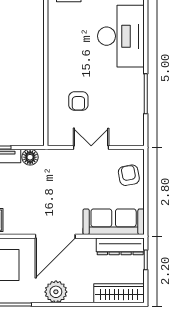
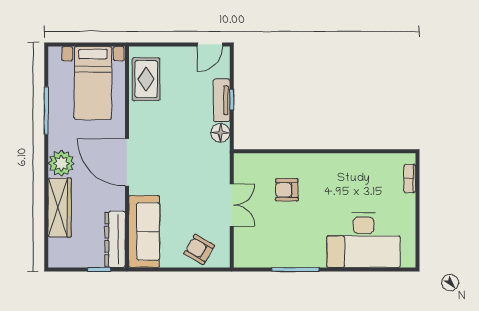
armchair: (129, 175) -> (199, 249), turned -140
wardrobe: (119, 293) -> (60, 208), moved

